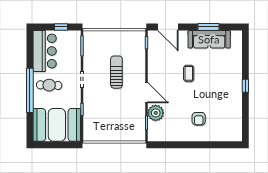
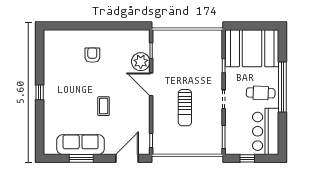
door: (168, 27) -> (127, 158), hinge flipped

